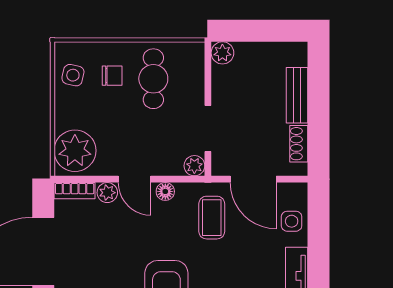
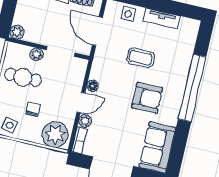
chair: (112, 76) -> (33, 109), moved
plant: (194, 166) -> (36, 54), moved
door: (253, 179) -> (97, 31), swing flipped
coffee table: (212, 218) -> (141, 58), moved

